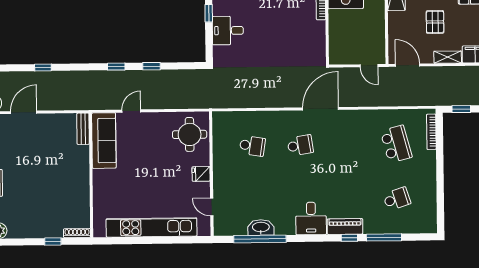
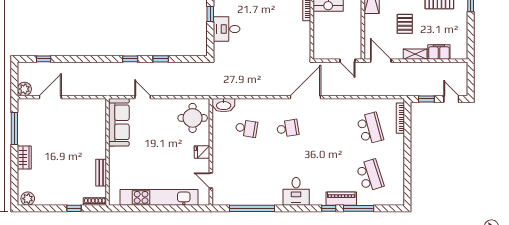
window: (43, 67) -> (44, 59), moved
door: (131, 111) -> (143, 97), hinge flipped
bench: (83, 129) -> (101, 173), moved
school desk: (397, 199) -> (370, 175), width x1.85
piano: (345, 226) -> (341, 199), moved
washbasin: (261, 228) -> (224, 105), moved, turned 180

